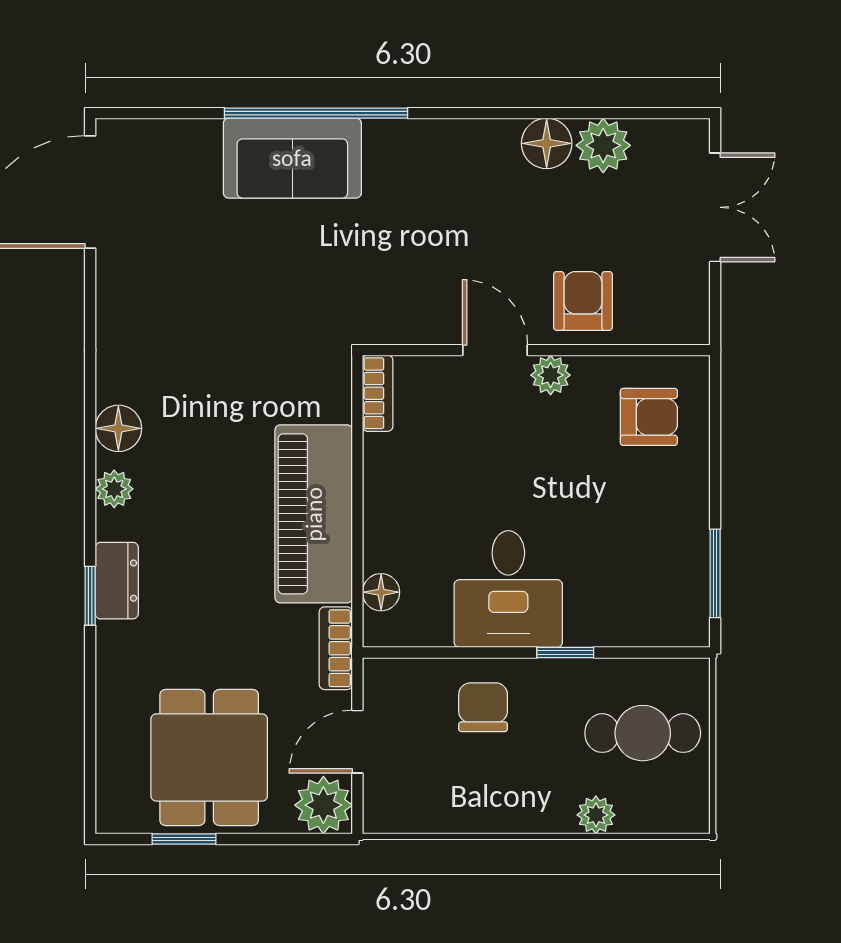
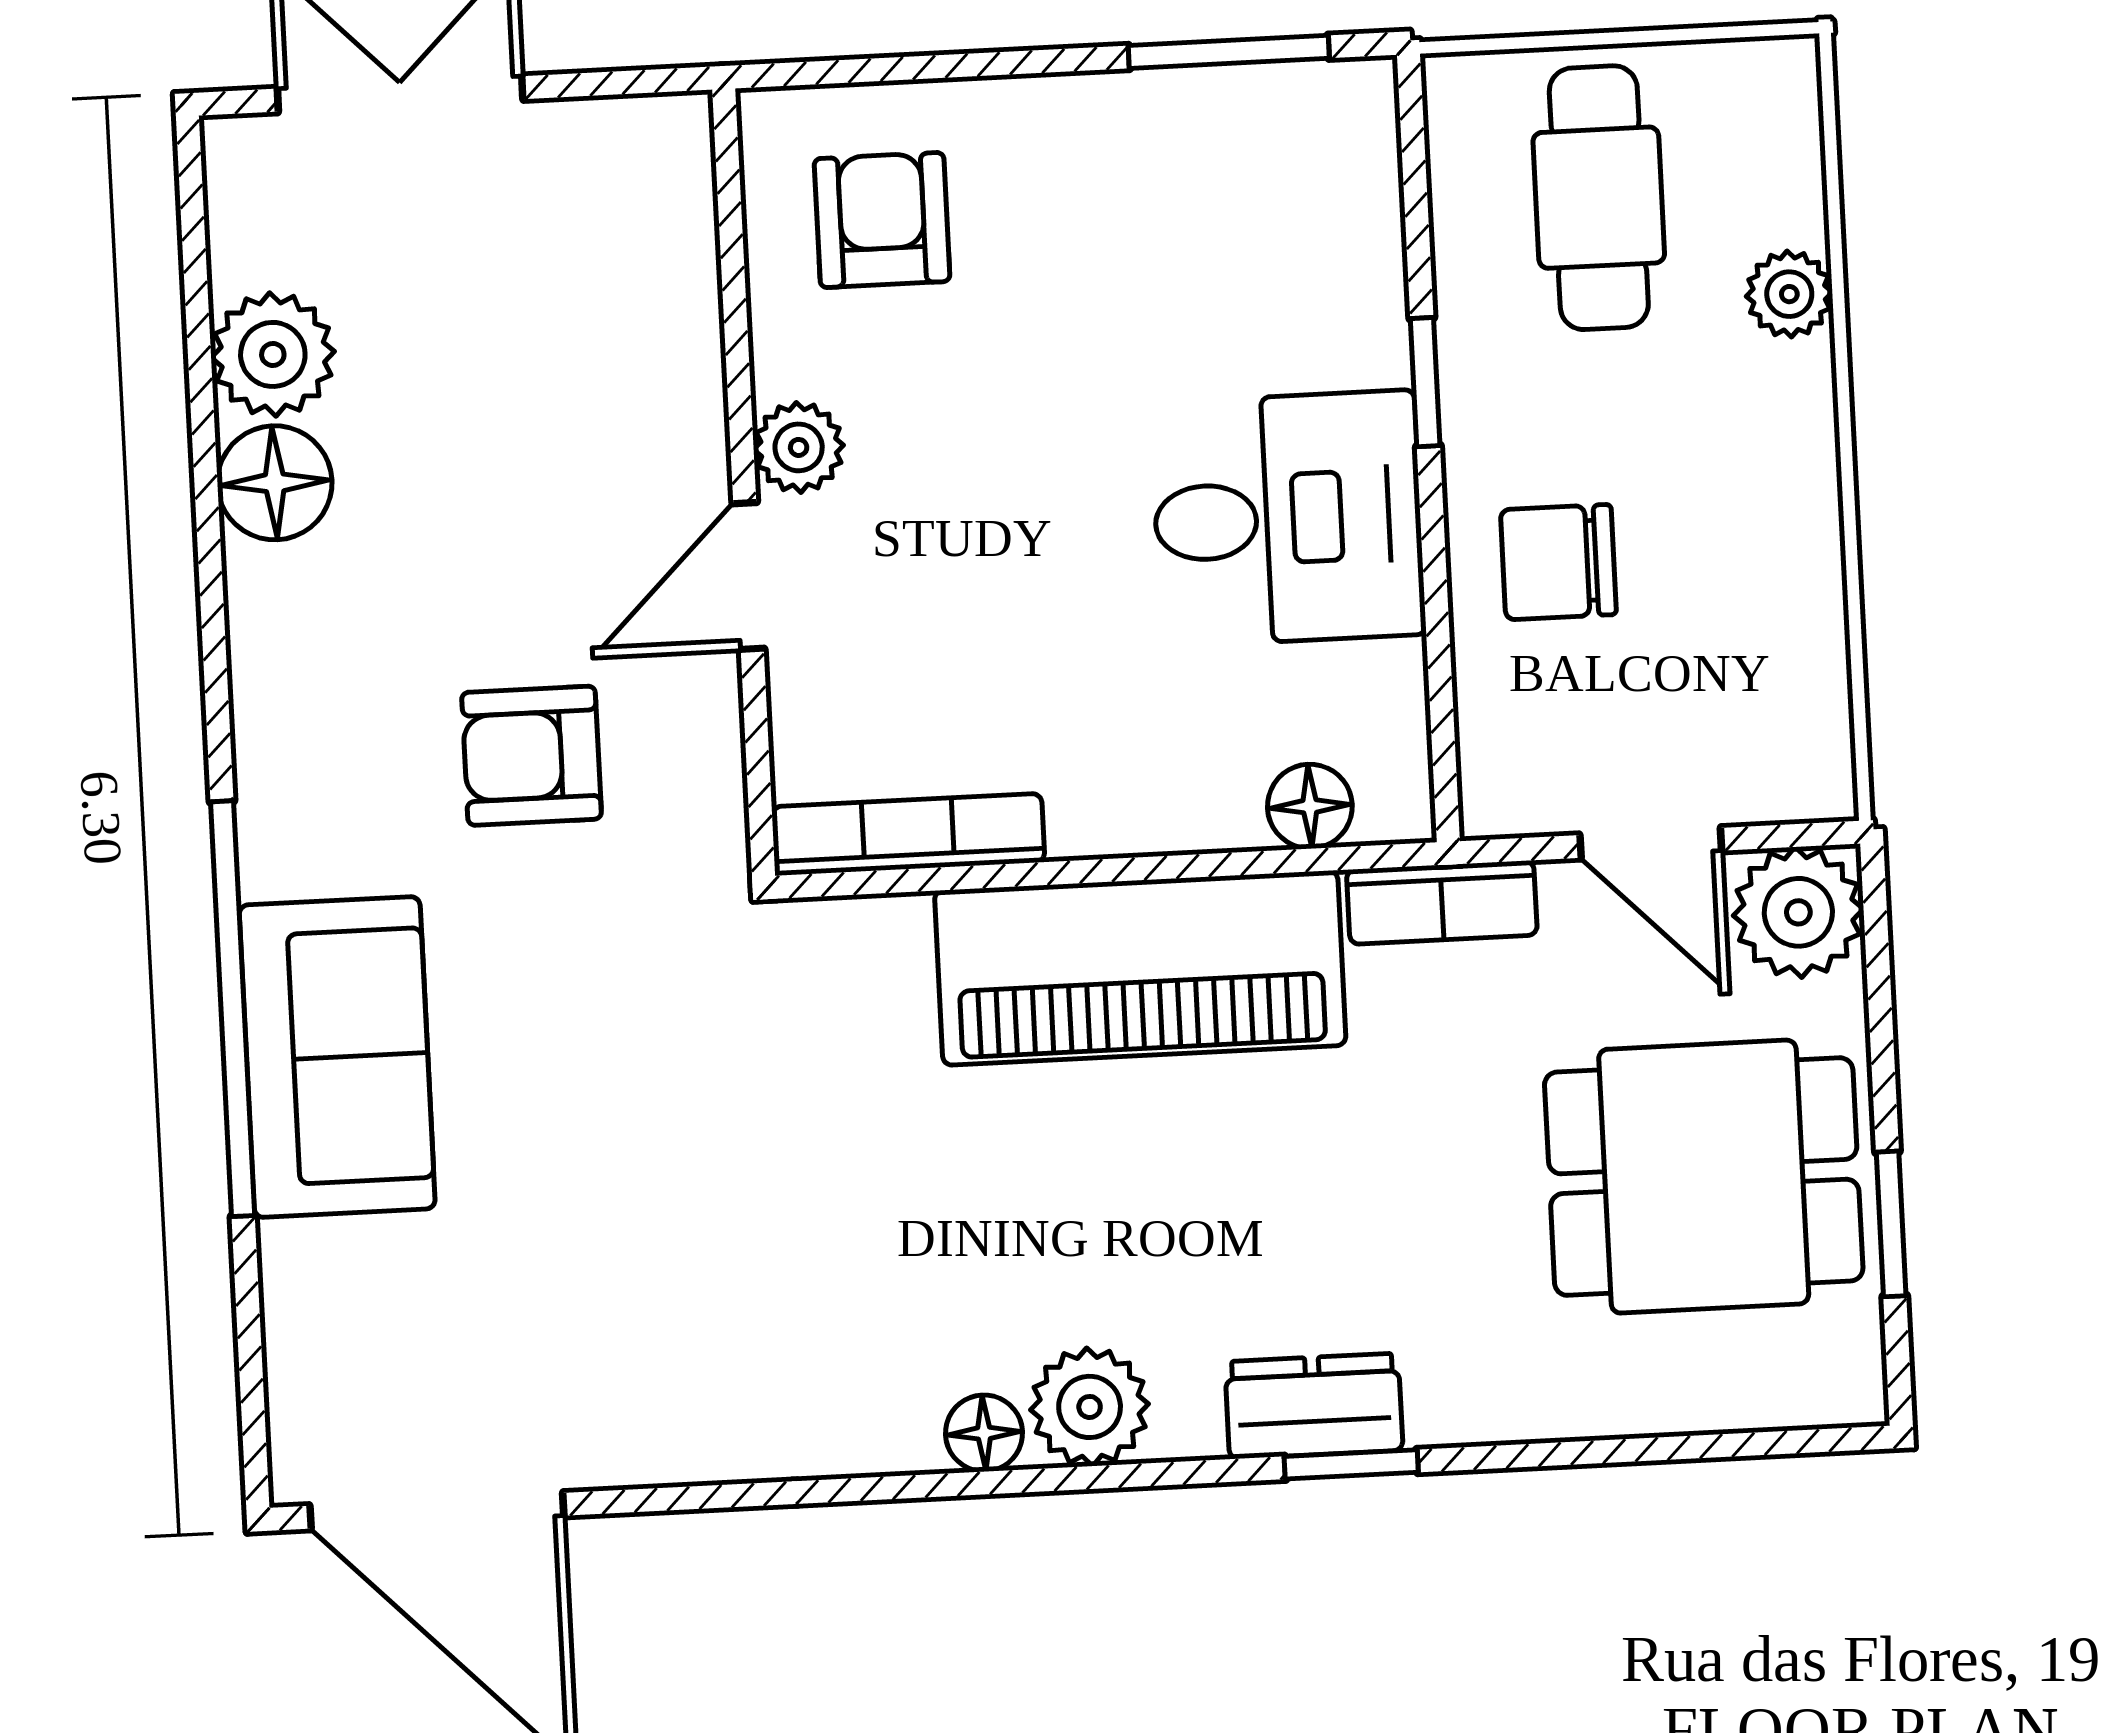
armchair: (583, 301) -> (532, 756), moved
bookcase: (378, 393) -> (908, 834), width x1.56
floor lamp: (118, 428) -> (984, 1433), width x0.73, depth x0.73
plant: (114, 489) -> (1090, 1407), width x1.38, depth x1.38

